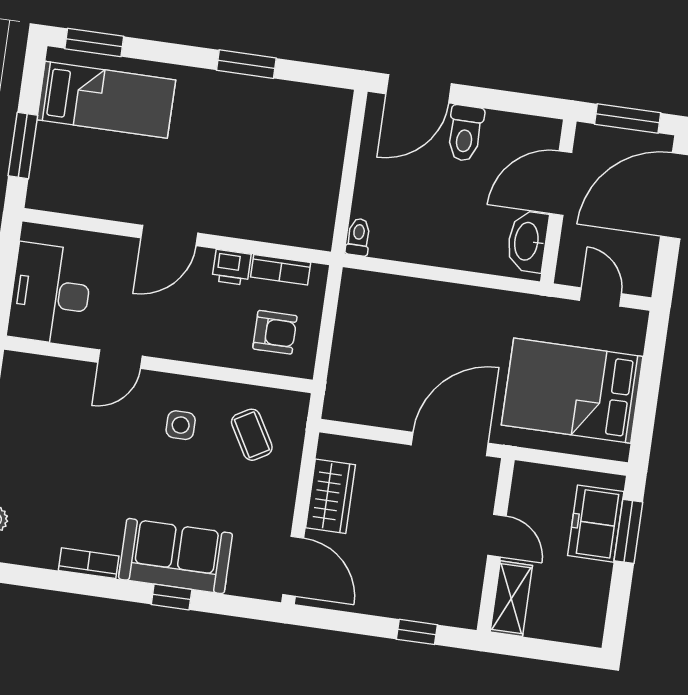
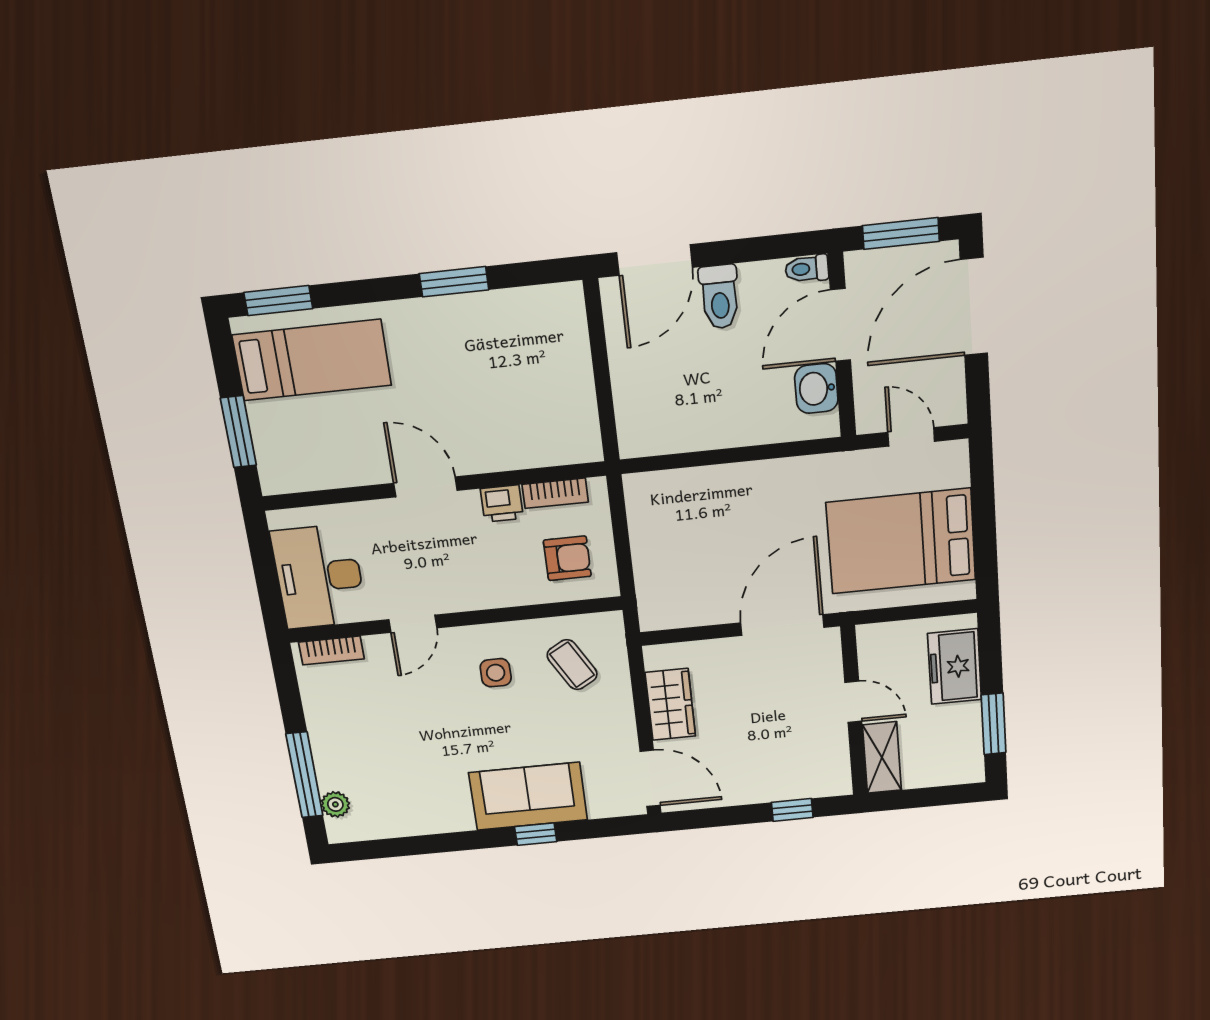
door: (169, 236) -> (425, 487), swing flipped
toilet: (358, 237) -> (807, 269), moved, turned -90
washbasin: (527, 241) -> (816, 388), width x0.72
window: (628, 531) -> (994, 724), moved
bookcase: (89, 563) -> (331, 650), moved, turned 180

